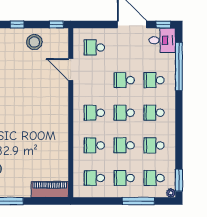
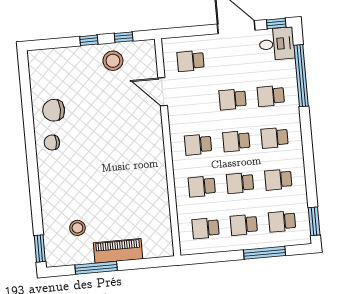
window: (56, 24) -> (124, 37), moved
piano: (50, 189) -> (118, 251), moved
plant: (171, 193) -> (305, 239), removed

